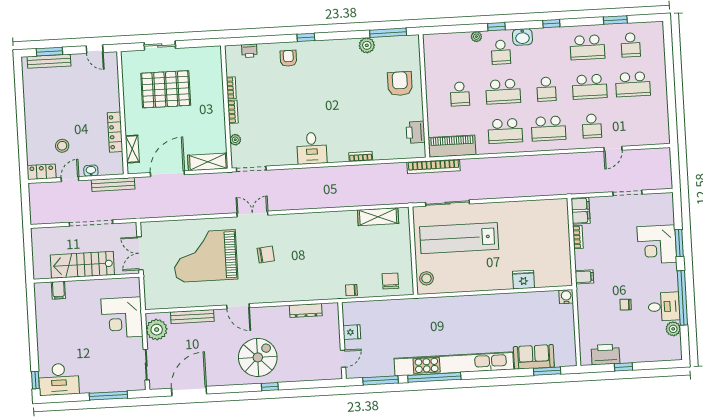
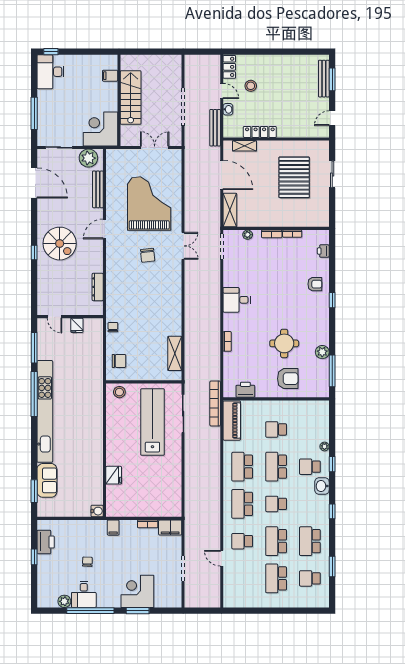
round table: (359, 90) -> (284, 343), added
stairs: (82, 265) -> (131, 98), moved
wall: (86, 278) -> (119, 100), moved
filing cabinet: (58, 290) -> (110, 76), moved

